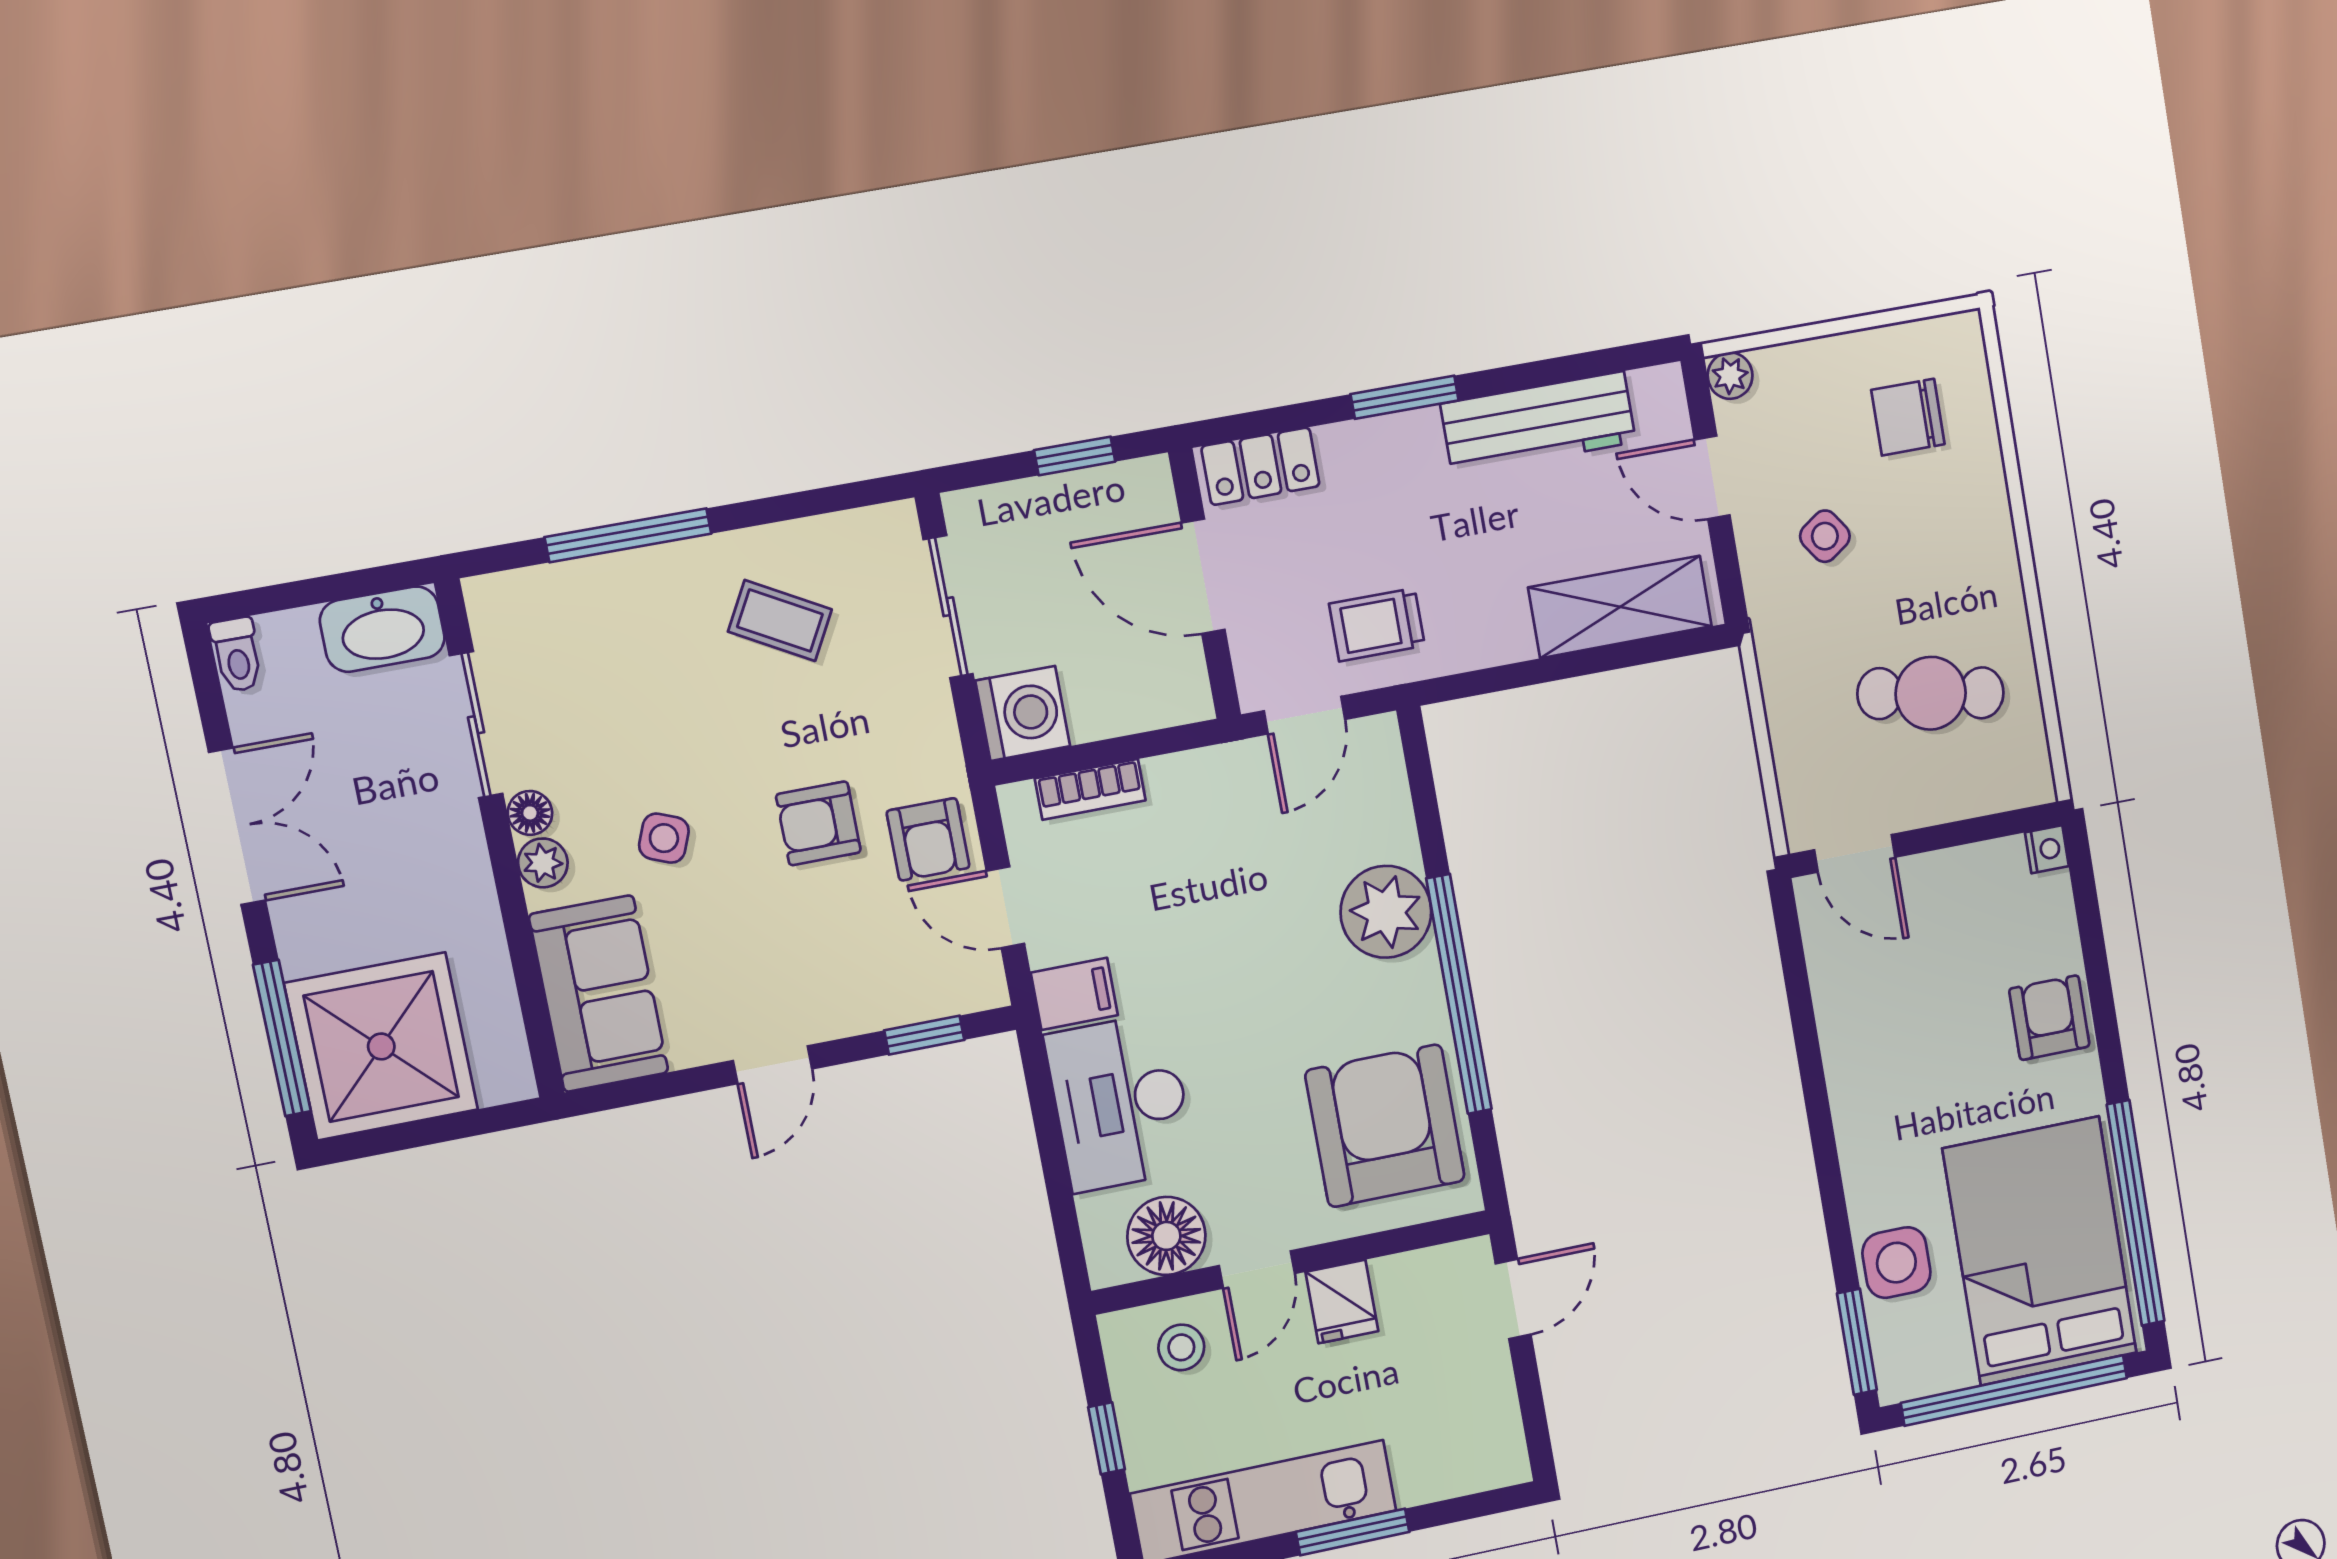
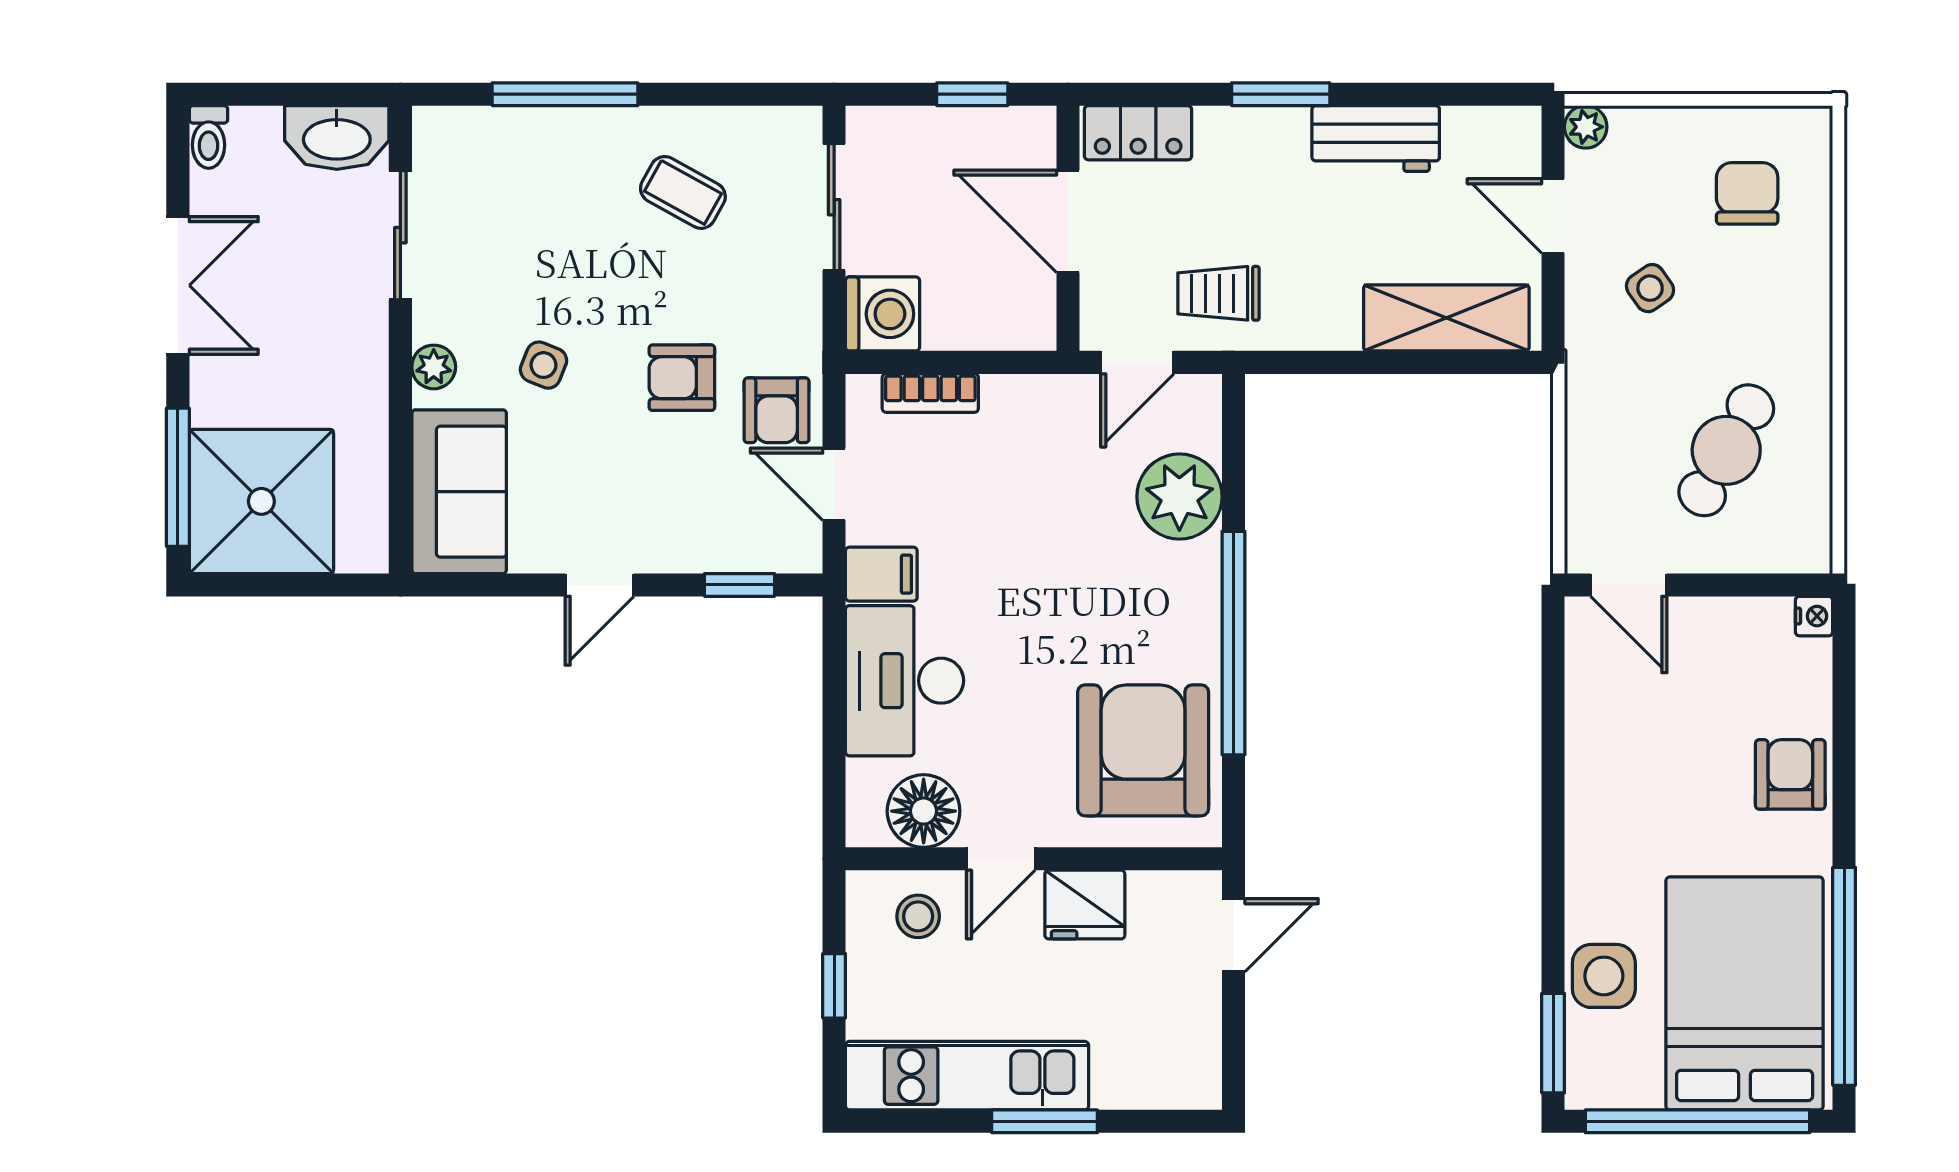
chair: (1908, 417) -> (1747, 193), turned 90
workbench: (1538, 423) -> (1376, 139), width x0.73
cafe table: (1931, 693) -> (1726, 450), turned -71
floor lamp: (530, 813) -> (431, 321), removed
plant: (1386, 912) -> (1179, 497), moved
fridge: (1342, 1302) -> (1085, 905), width x1.38

